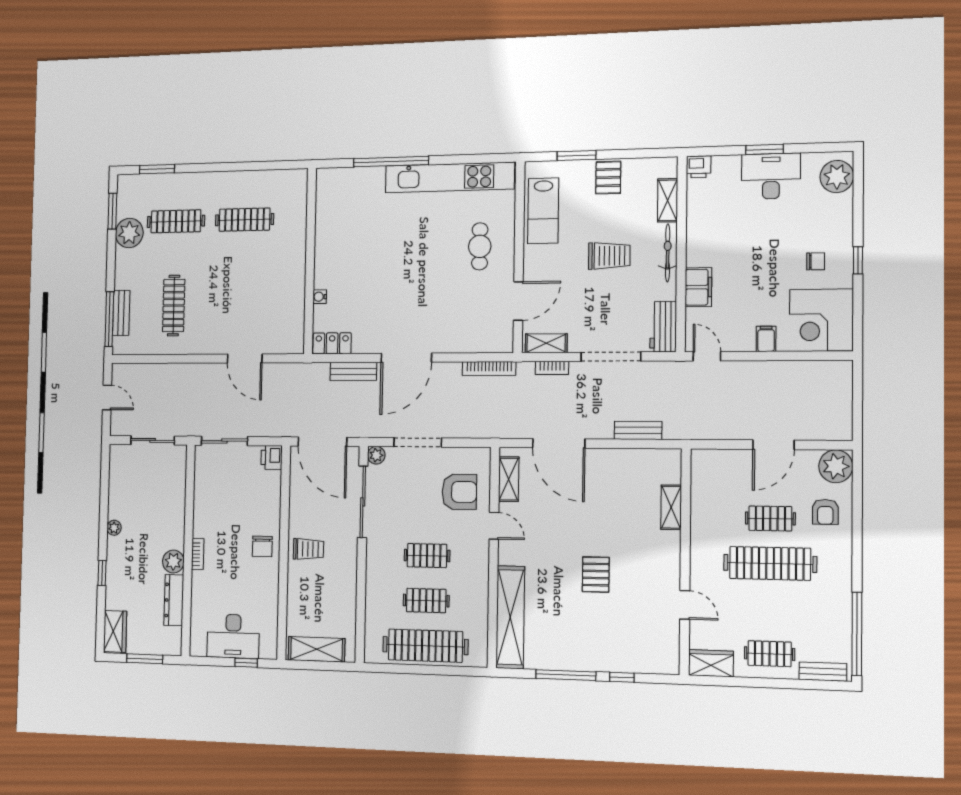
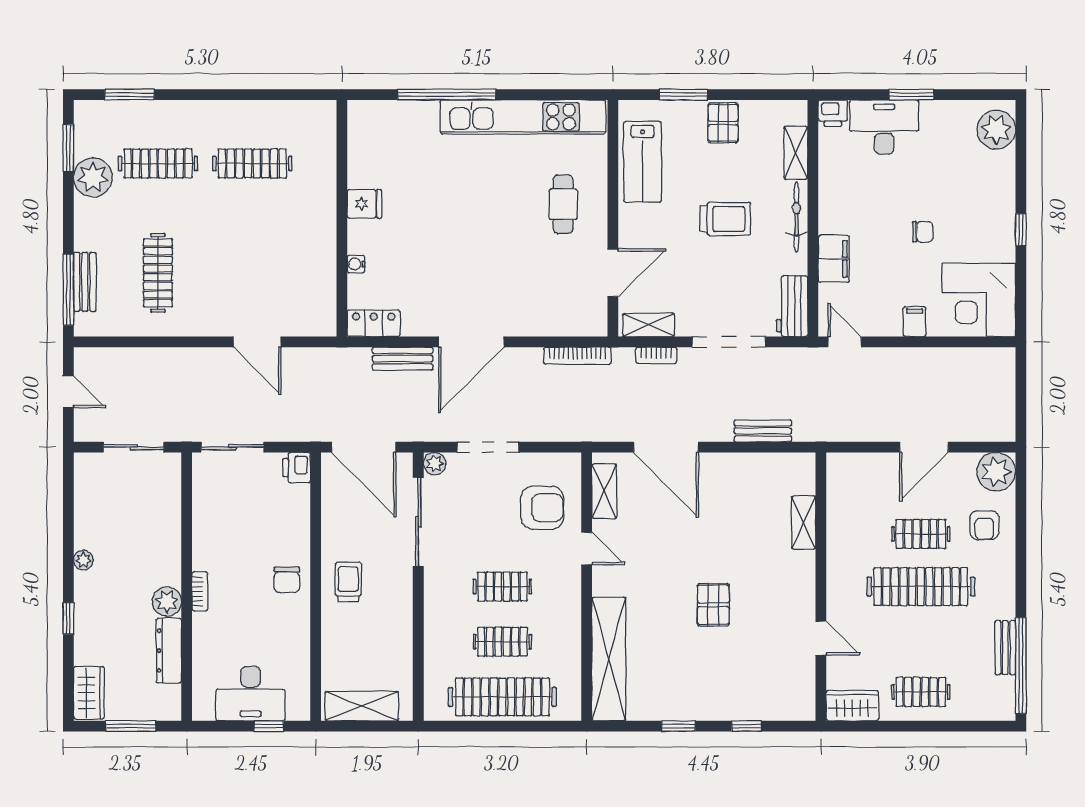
desk: (771, 176) -> (884, 127), moved
fridge: (327, 249) -> (364, 204), added
chair: (816, 261) -> (923, 232), moved
trolley: (308, 549) -> (348, 582), turned -90
bench: (823, 672) -> (1005, 648), moved, turned 90
window: (566, 675) -> (678, 726), width x0.46

